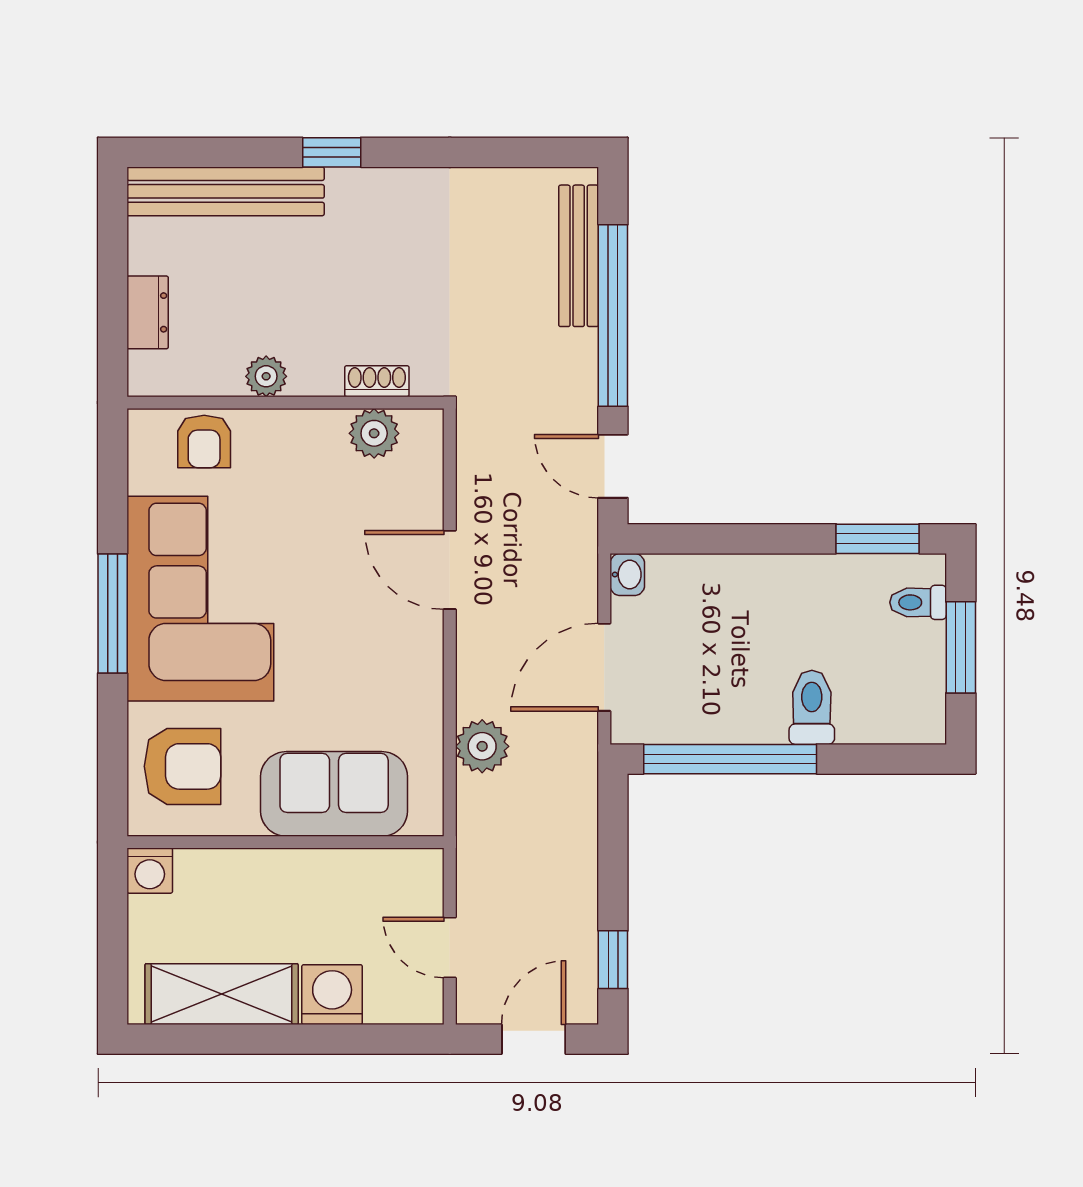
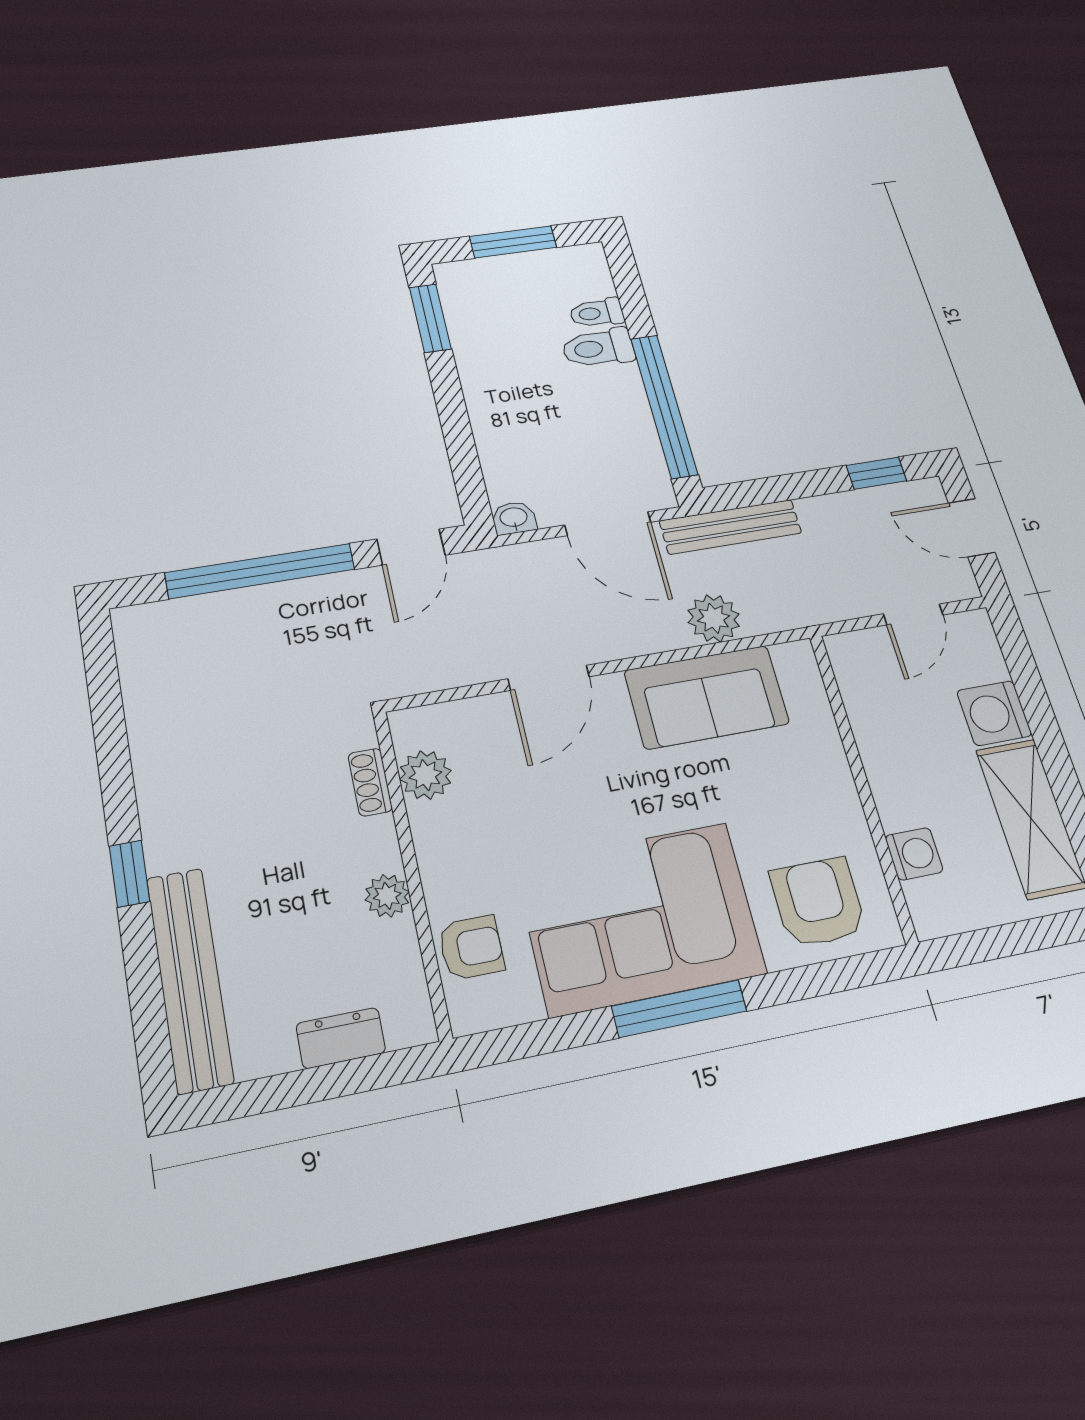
bench: (579, 256) -> (730, 527), moved
toilet: (918, 602) -> (597, 313), moved, turned 90
sofa: (334, 794) -> (707, 697), moved, turned -90
washing machine: (150, 871) -> (914, 854), moved

